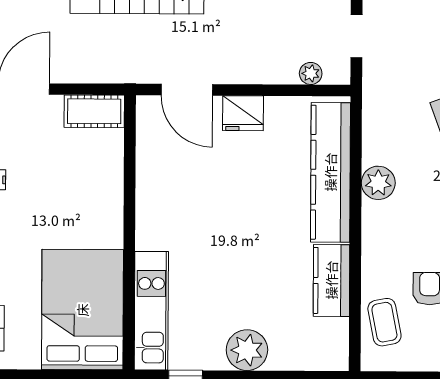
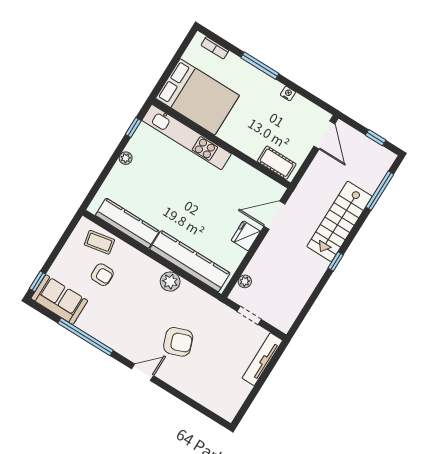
cot: (94, 111) -> (277, 163), moved, turned 90
kitchen counter: (331, 280) -> (127, 223), width x1.50
kitchen unit: (151, 311) -> (187, 137), width x1.36
plant: (247, 350) -> (126, 158), width x0.53, depth x0.53

